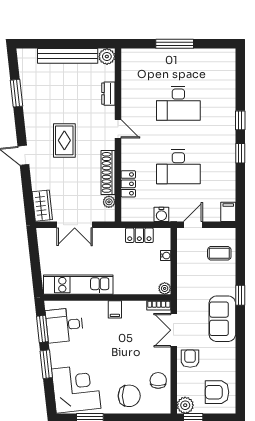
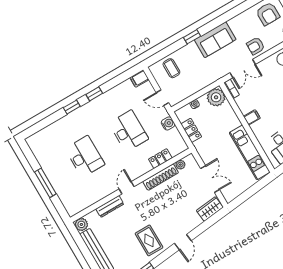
dresser: (108, 94) -> (110, 206), width x1.44
rug: (64, 140) -> (149, 240), moved, turned 90
plant: (165, 288) -> (216, 97), width x1.87, depth x1.87

